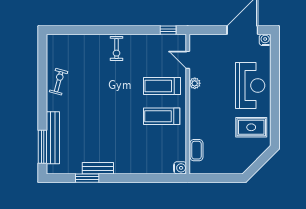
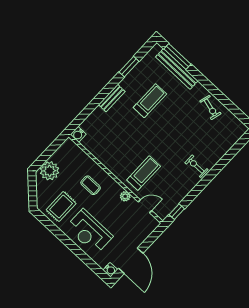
treadmill: (162, 116) -> (150, 101), moved
coffee table: (197, 150) -> (91, 185), moved
plant: (231, 164) -> (50, 171), added
bench: (98, 168) -> (112, 98), moved

